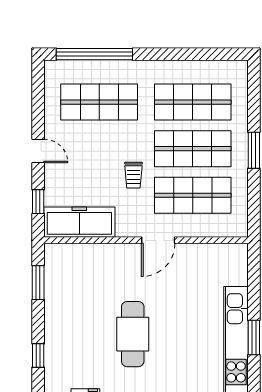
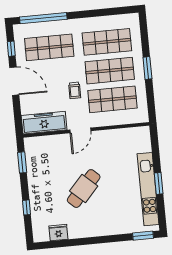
door: (38, 151) -> (14, 81), width x1.88
window: (38, 202) -> (11, 49), moved
door: (158, 240) -> (80, 130), moved
cafe table: (133, 334) -> (84, 189), turned 42

